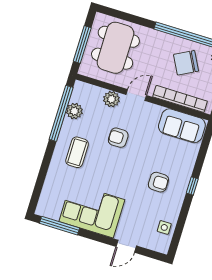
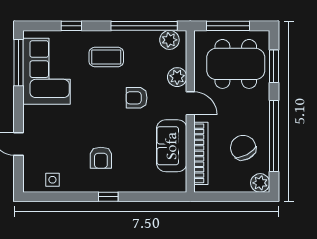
window: (127, 17) -> (274, 66), added
plant: (74, 111) -> (169, 40), moved
sofa: (182, 126) -> (172, 146), moved
armchair: (118, 138) -> (137, 98), turned -90
window: (43, 173) -> (71, 26), added
corner sofa: (92, 211) -> (47, 71), moved

